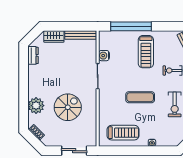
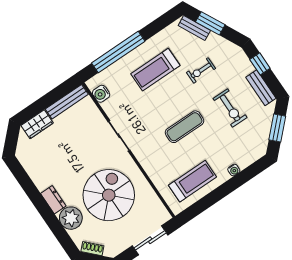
treadmill: (146, 52) -> (155, 70), turned 90
dresser: (33, 55) -> (53, 200), moved
water cooler: (104, 56) -> (101, 94), moved
spiral stairs: (68, 107) -> (109, 195), width x1.37, depth x1.37

